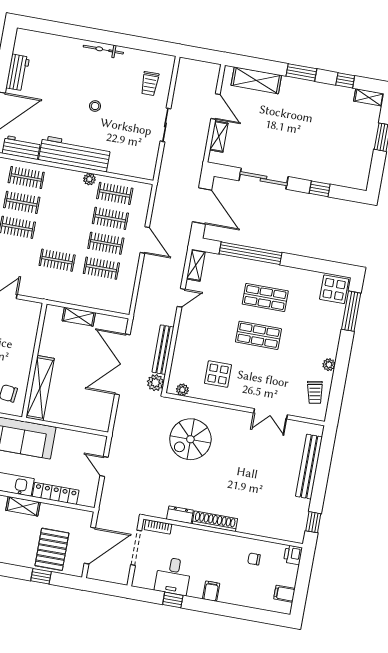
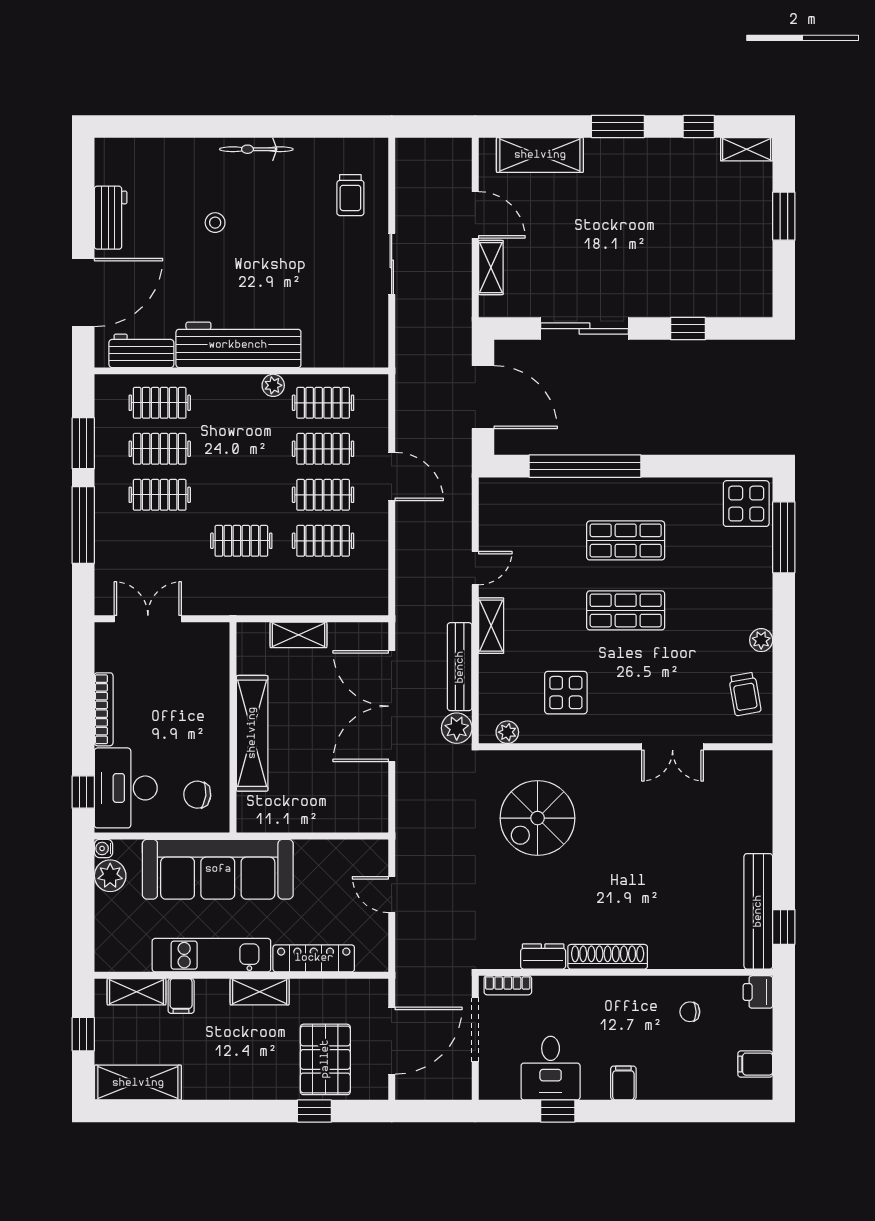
stool: (95, 106) -> (215, 223), moved
shelving: (196, 265) -> (491, 626), moved
shelving: (40, 388) -> (252, 733), moved
bench: (309, 467) -> (758, 911), moved

